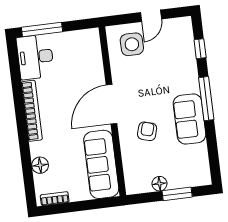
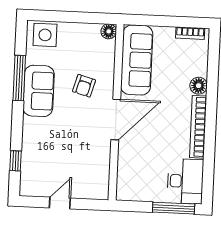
side table: (132, 44) -> (45, 35), moved
window: (206, 99) -> (19, 78), moved
floor lamp: (40, 165) -> (199, 86), moved
floor lamp: (159, 184) -> (109, 31), moved
window: (177, 194) -> (64, 17), removed

